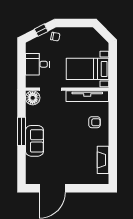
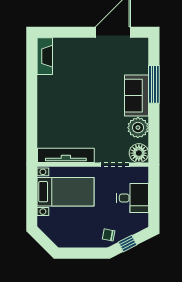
plant: (33, 117) -> (138, 128), added
armchair: (95, 122) -> (56, 120), removed
window: (21, 131) -> (154, 84), moved
fireplace: (103, 160) -> (45, 56), moved

